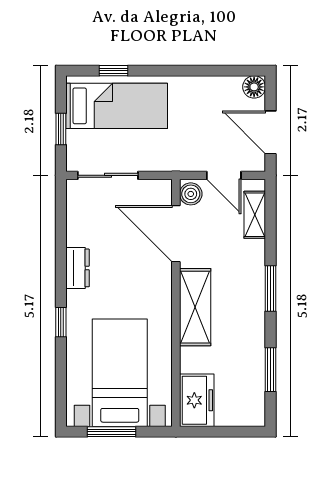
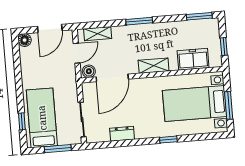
window: (61, 129) -> (58, 149), width x1.50
dresser: (78, 268) -> (122, 134), moved
shelving: (195, 307) -> (154, 66), width x0.67, depth x0.75
window: (270, 370) -> (199, 16), moved
freezer: (197, 400) -> (193, 59), moved
window: (215, 432) -> (224, 46), added

